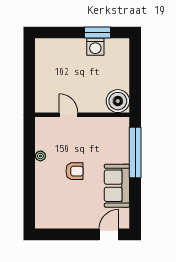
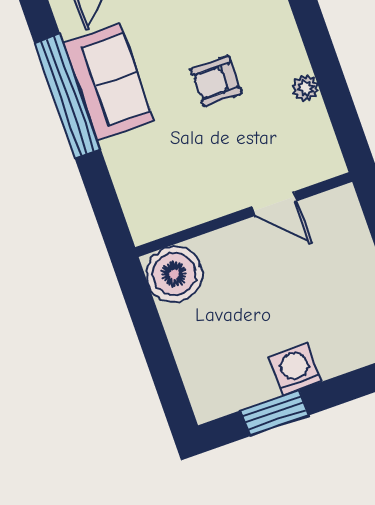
washing machine: (95, 47) -> (296, 369), moved
window: (135, 152) -> (67, 96), moved

